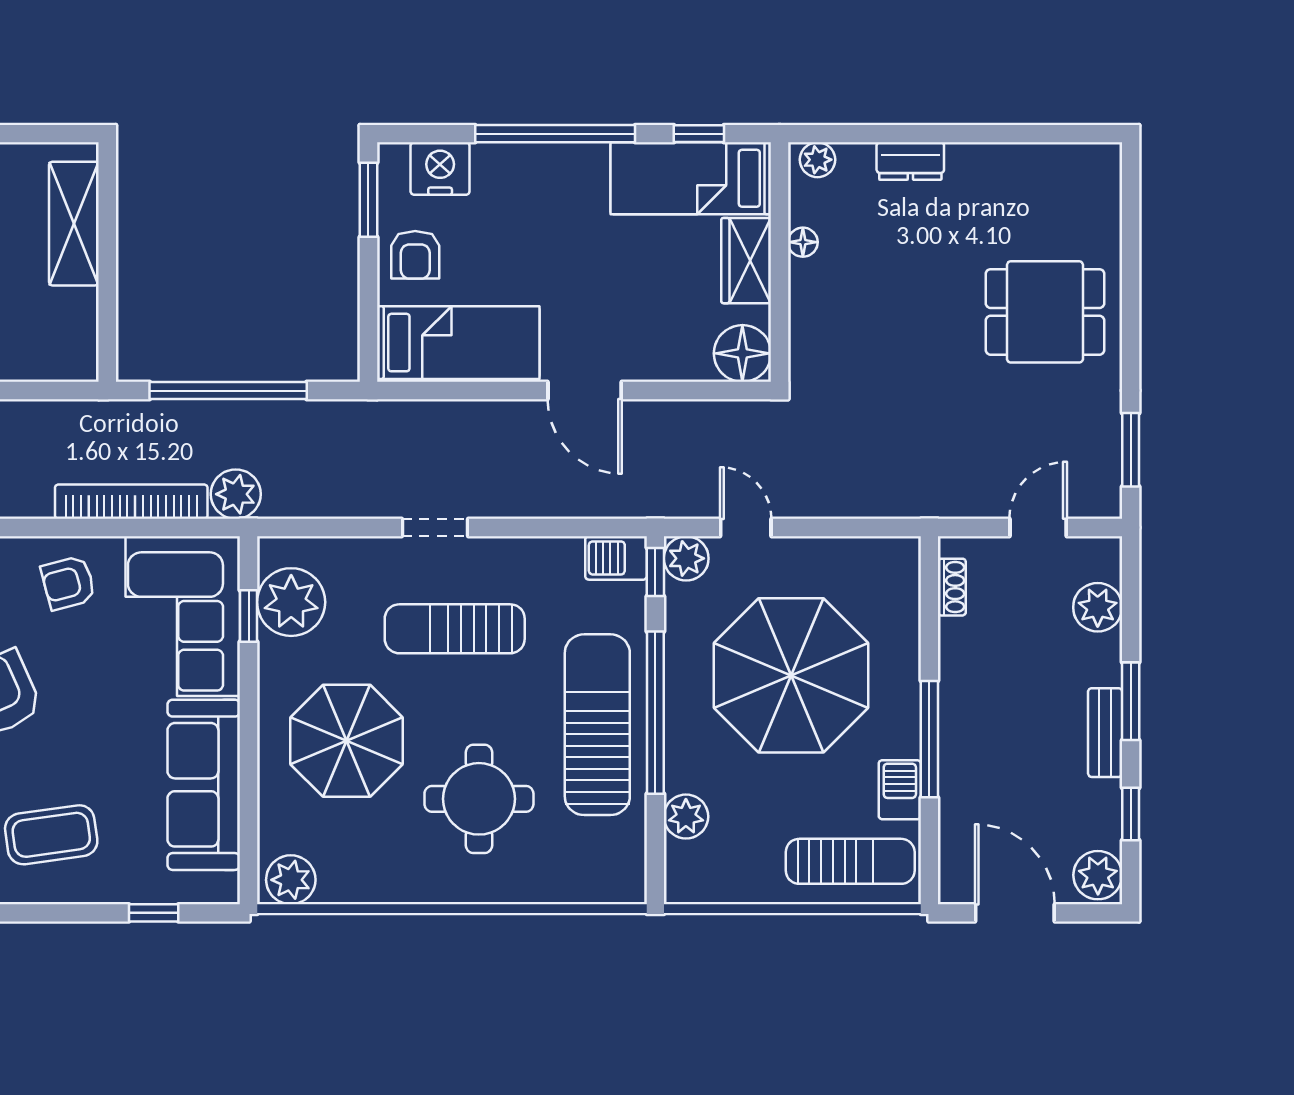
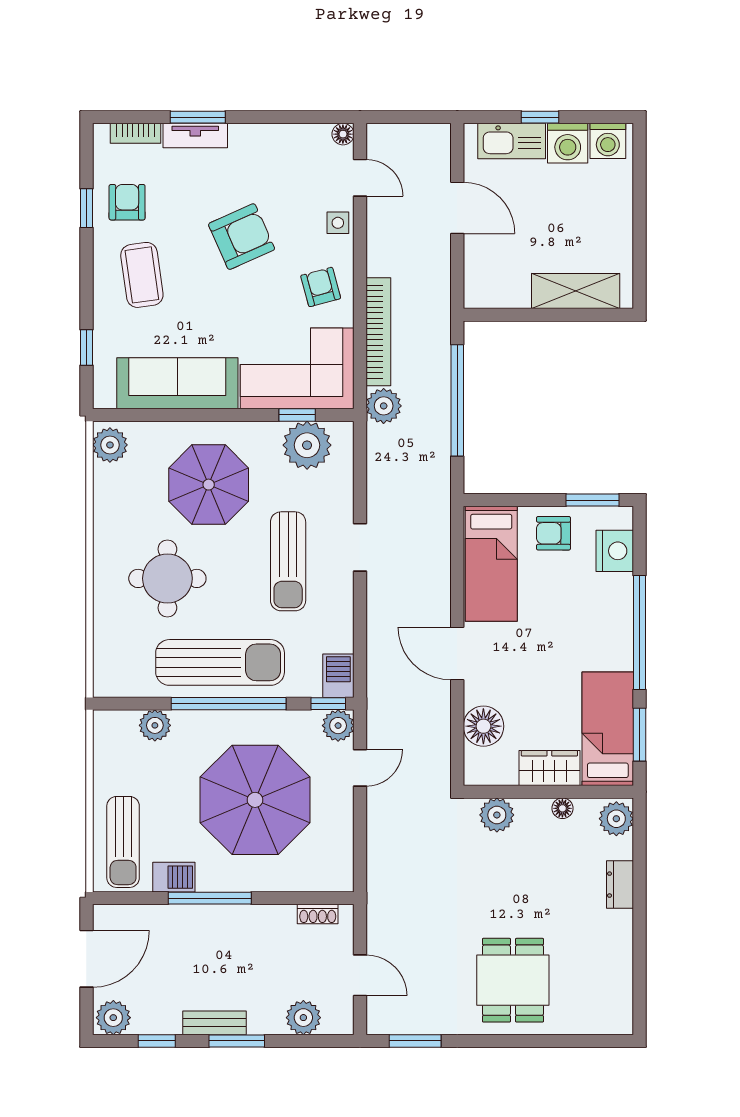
window: (699, 134) -> (640, 735), width x1.50
plant: (817, 160) -> (616, 819), width x1.38, depth x1.38
plant: (812, 335) -> (497, 815), added
floor lamp: (742, 353) -> (483, 726), moved
door: (585, 391) -> (457, 654), hinge flipped
sun lounger: (455, 629) -> (288, 561), turned 180

